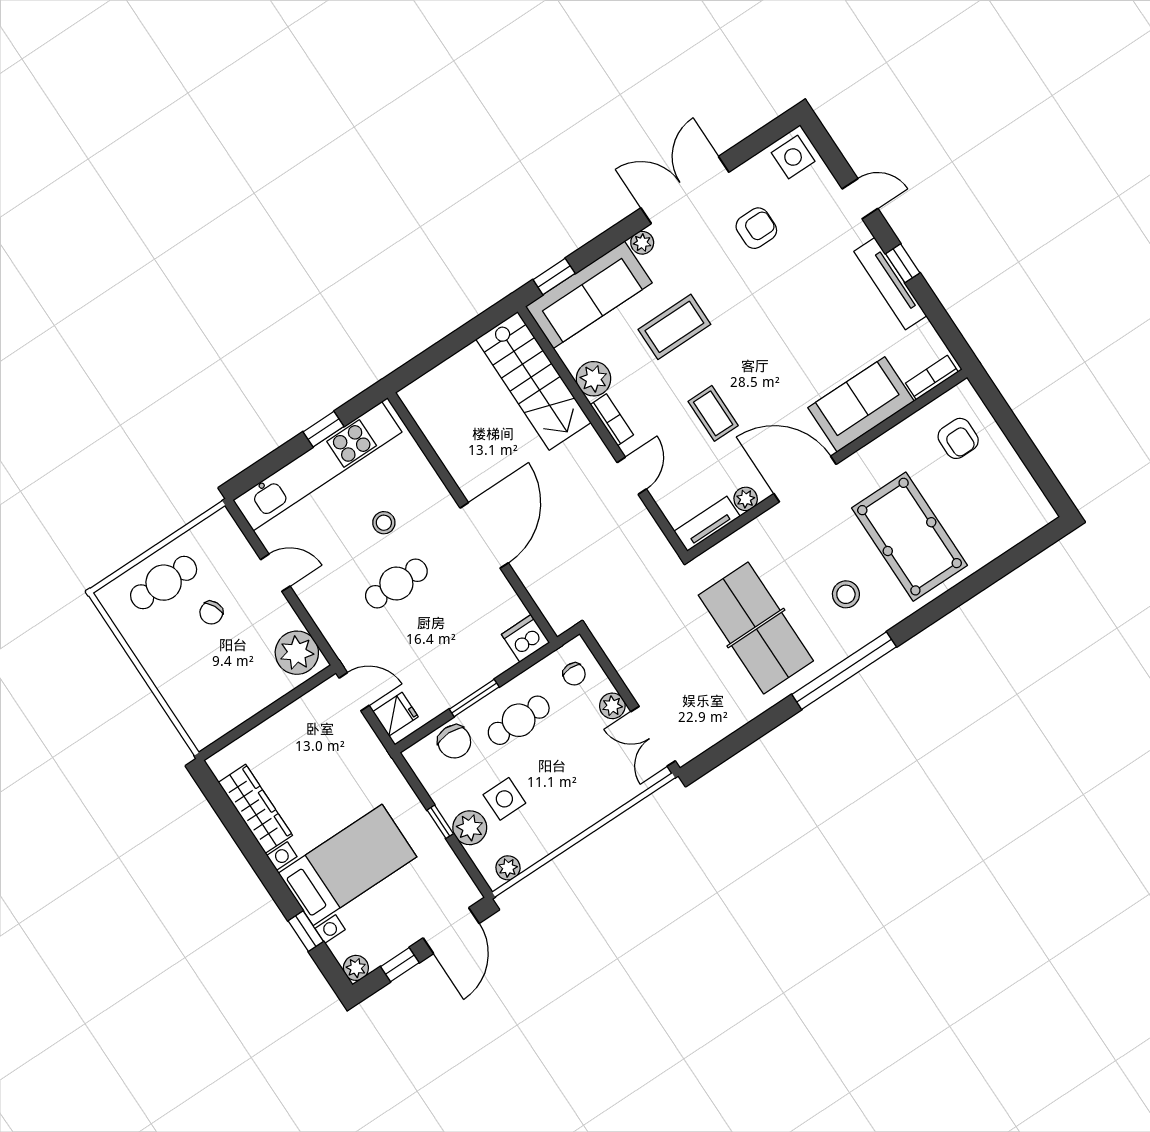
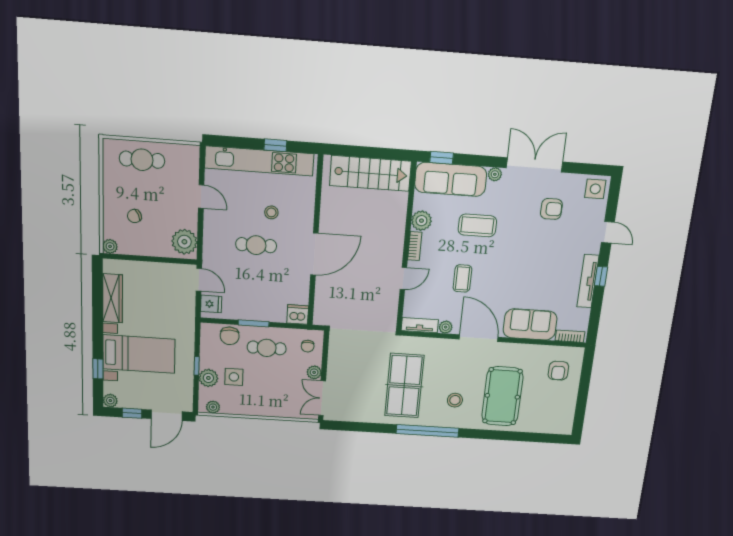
stairs: (533, 381) -> (370, 173), moved, turned -90
chair: (211, 613) -> (134, 216), moved
plant: (202, 736) -> (110, 246), added

